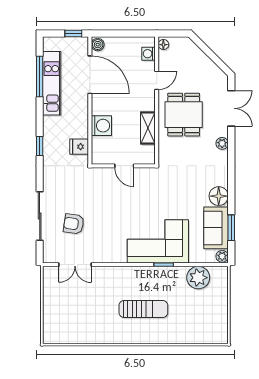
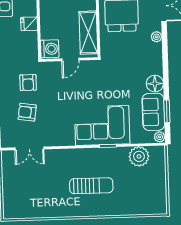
washing machine: (101, 126) -> (50, 49), moved
shelving: (148, 128) -> (88, 33), width x1.50, depth x1.33
fridge: (79, 147) -> (29, 24), moved
door: (124, 166) -> (70, 59), hinge flipped
armchair: (76, 190) -> (28, 83), added

